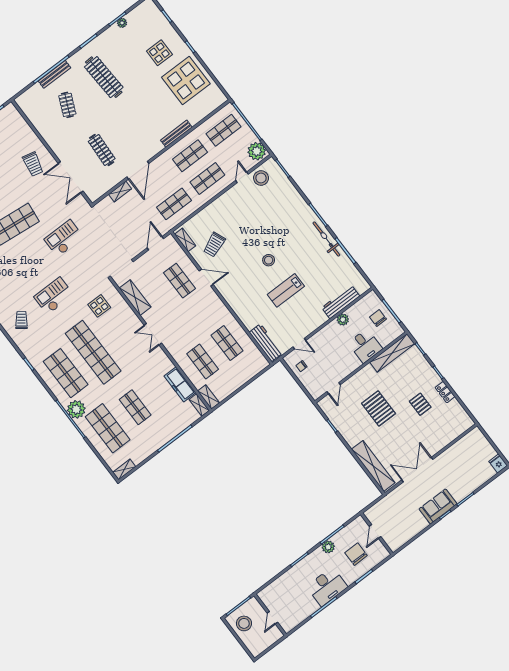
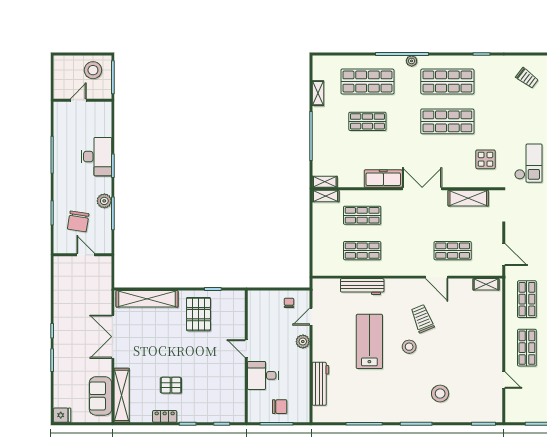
plant: (257, 151) -> (517, 412), removed
stool: (261, 178) -> (440, 394), moved
bicycle: (326, 239) -> (388, 415), removed
trolley: (214, 245) -> (422, 319), moved
door: (206, 278) -> (437, 277), hinge flipped
lab bench: (286, 290) -> (369, 341), width x1.36, depth x1.39
checkout: (54, 296) -> (528, 163), moved
plant: (343, 320) -> (303, 342), moved
double door: (153, 334) -> (422, 189), width x1.37
workbench: (266, 343) -> (362, 287), moved
shop shelf: (93, 352) -> (447, 121), width x0.71
shelving: (392, 353) -> (122, 395), moved
freezer: (180, 384) -> (383, 179), moved
door: (334, 388) -> (246, 348), moved
pallet: (378, 408) -> (198, 314), moved, turned 90
plant: (76, 409) -> (412, 61), width x0.53, depth x0.53
shelving: (124, 469) -> (318, 93), moved
double door: (417, 470) -> (113, 337), swing flipped
sofa: (438, 506) -> (100, 396), moved, turned 180
chair: (356, 554) -> (78, 221), turned 99
desk: (327, 587) -> (96, 157), moved, turned 180
door: (272, 618) -> (78, 100), hinge flipped

